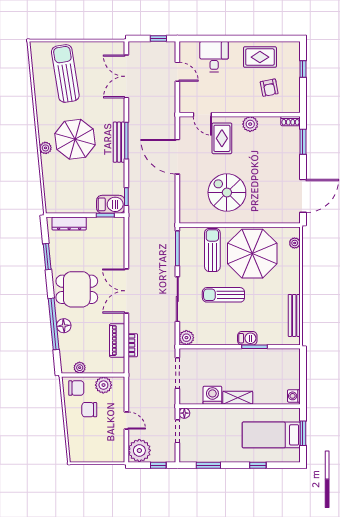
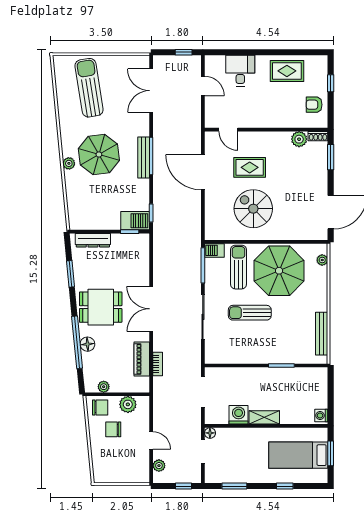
armchair: (269, 88) -> (314, 105), moved, turned 101
plant: (250, 124) -> (299, 139), moved
rug: (222, 138) -> (250, 167), moved, turned 90
plant: (186, 338) -> (212, 356), removed
barbecue: (247, 338) -> (214, 250), moved, turned 180
plant: (139, 450) -> (159, 466), width x0.53, depth x0.53

